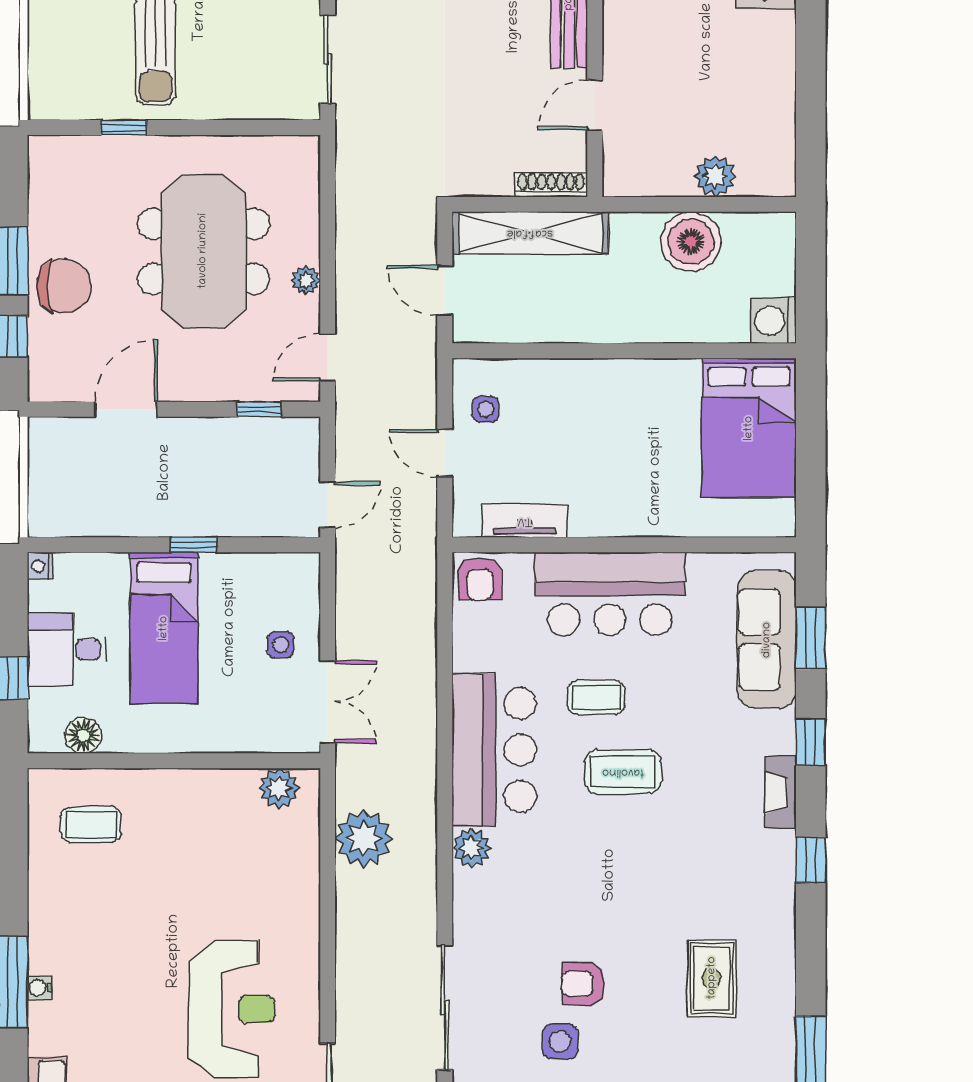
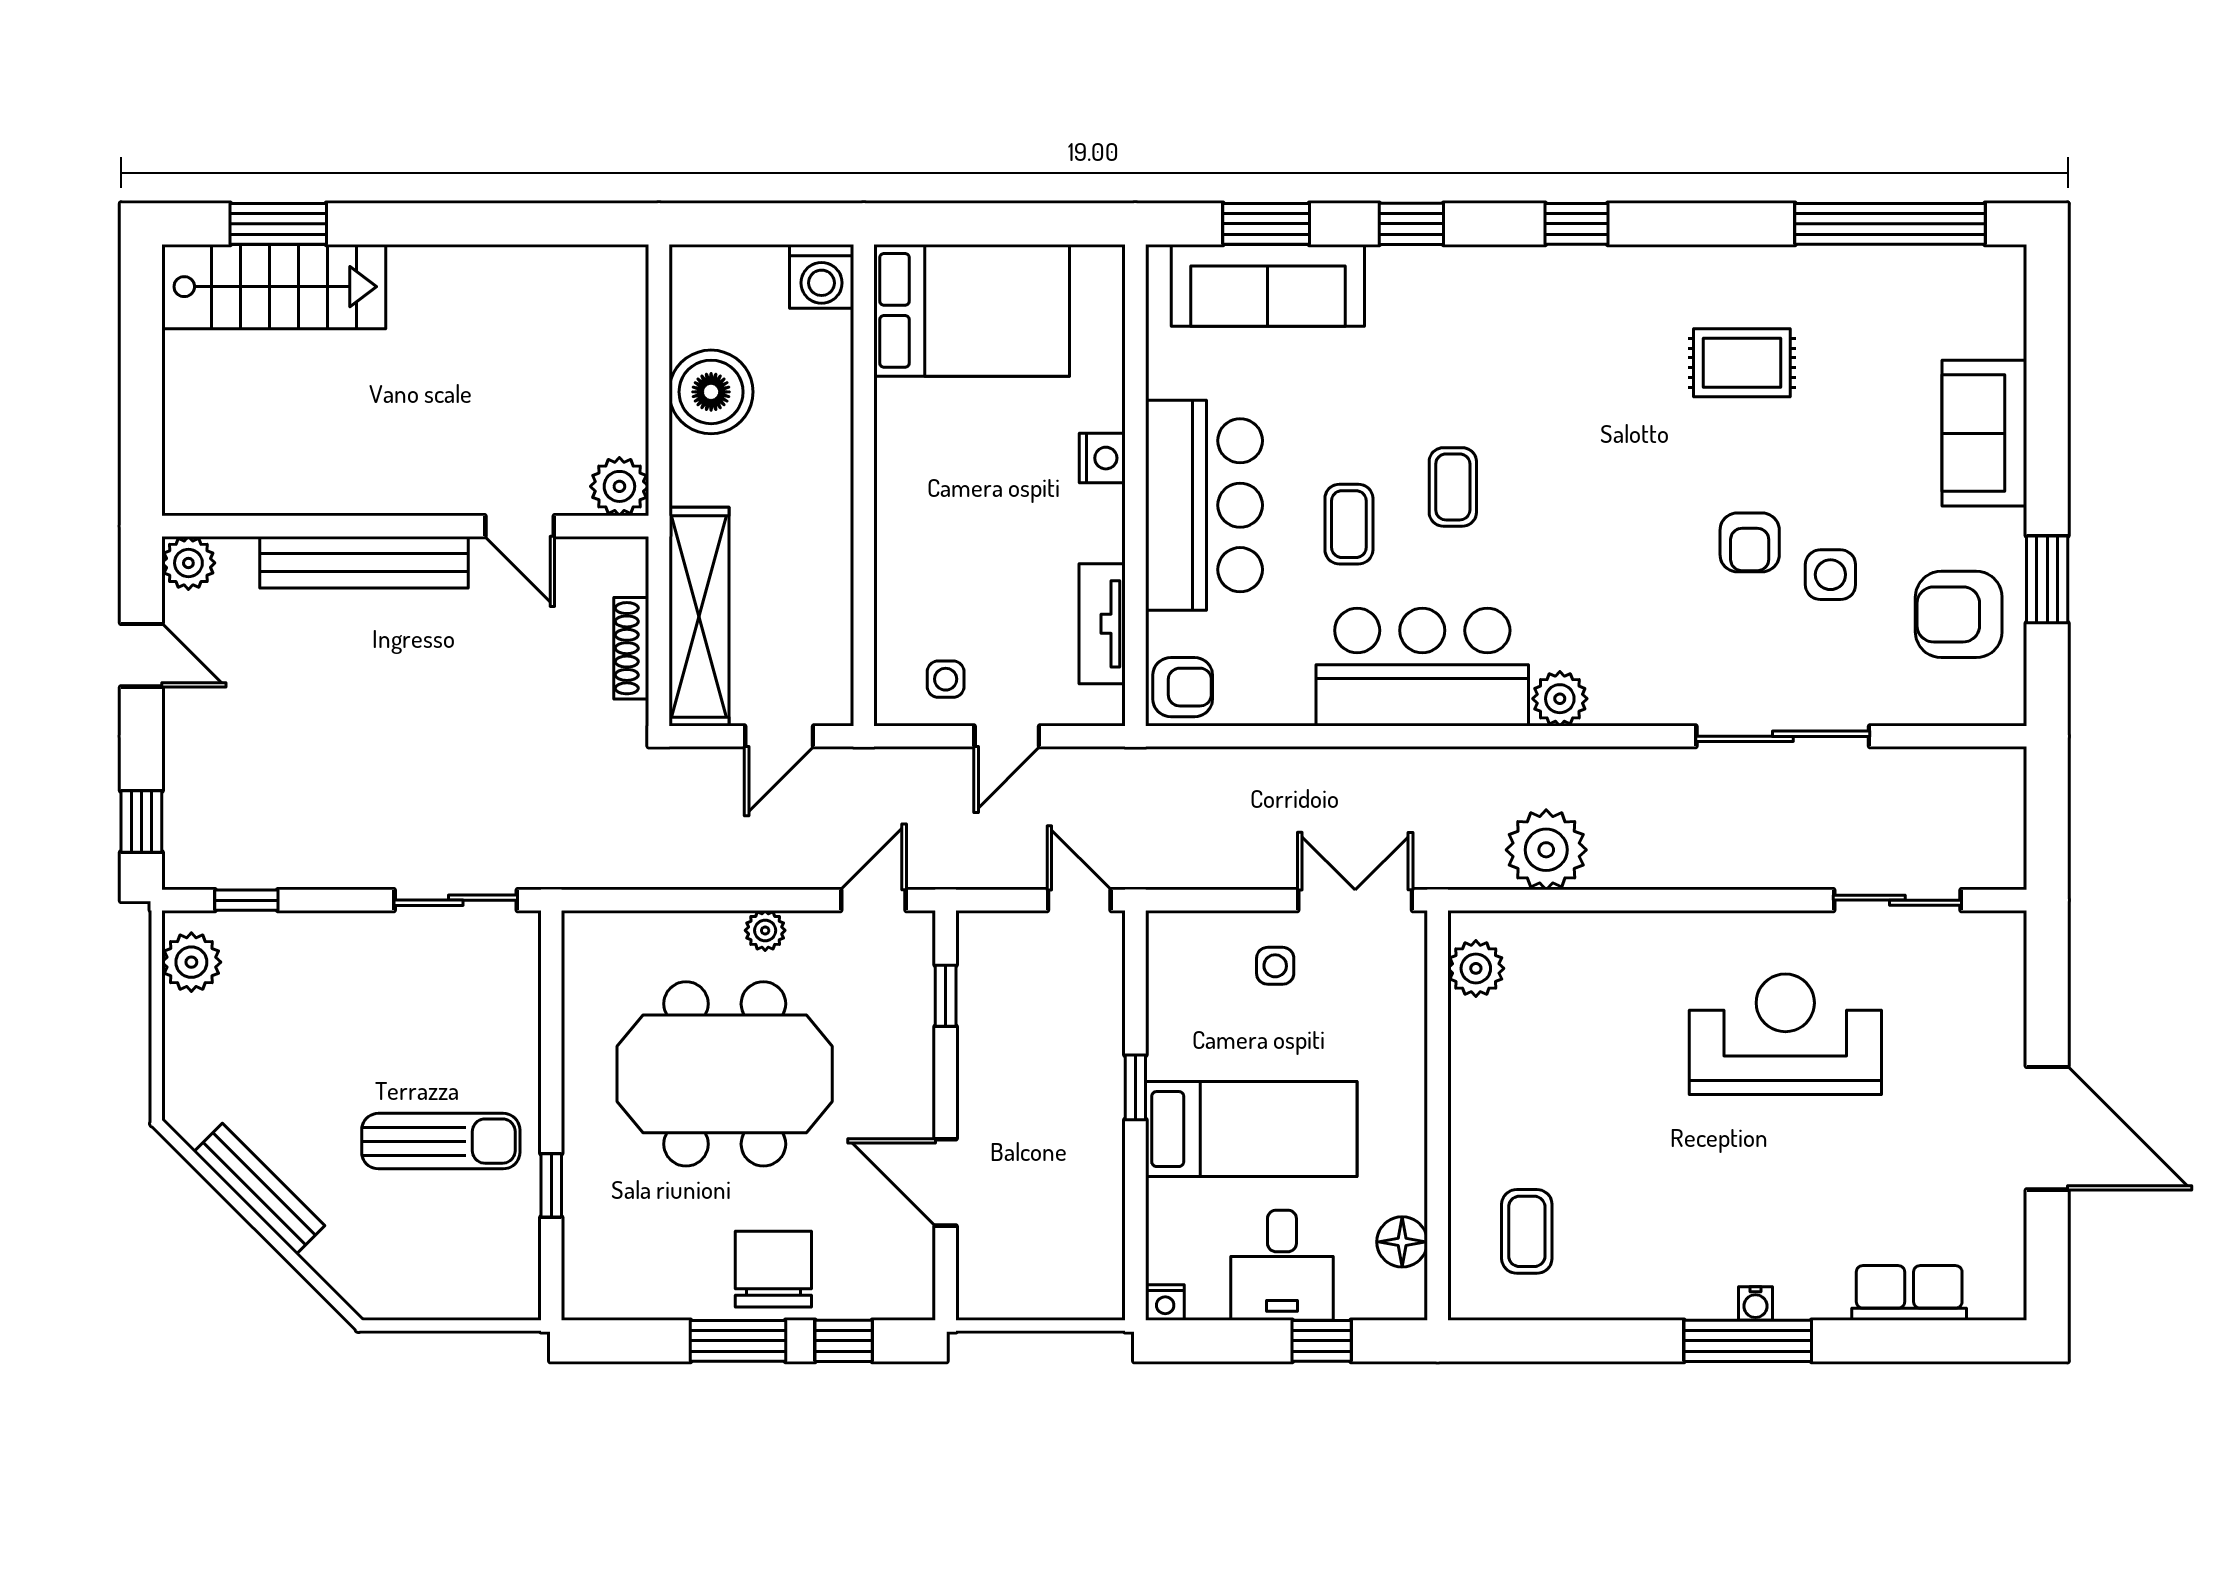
plant: (715, 176) -> (619, 486), moved
shoe rack: (551, 185) -> (631, 648), moved
door: (328, 358) -> (873, 900), swing flipped
nightstand: (643, 521) -> (1102, 458), added
coffee table: (623, 772) -> (1453, 487), width x0.73, depth x0.77
fireplace: (781, 792) -> (1482, 266), removed

